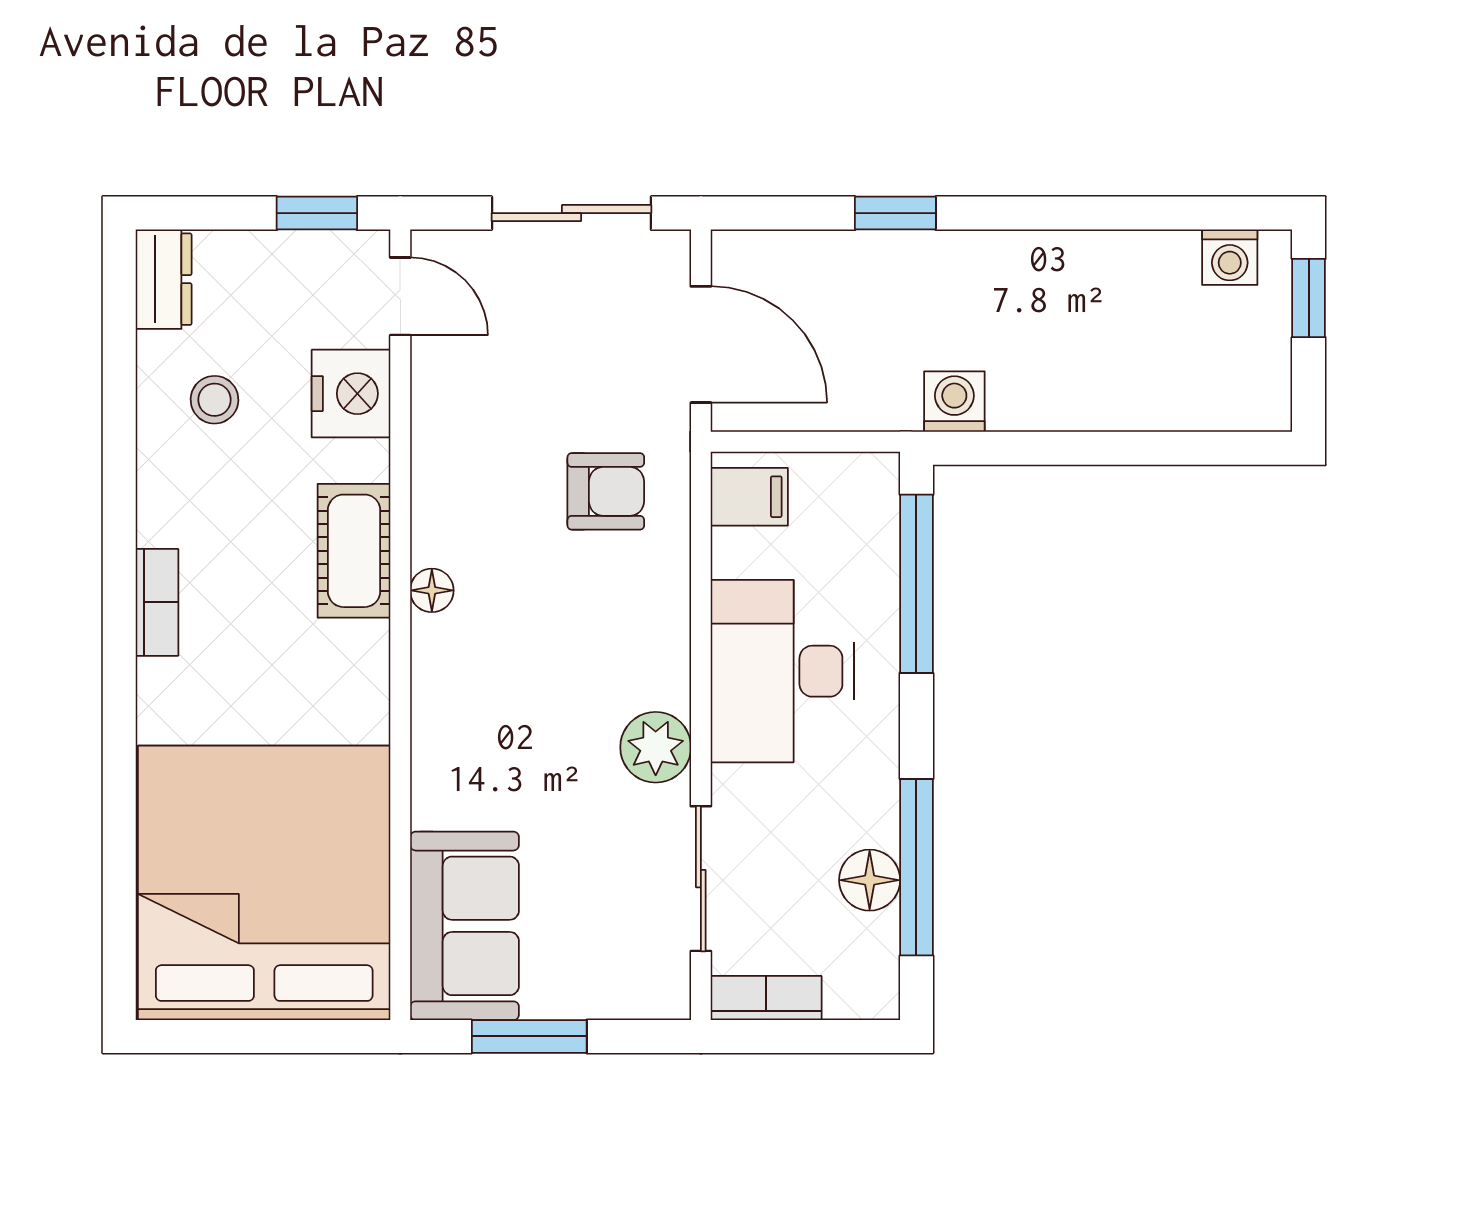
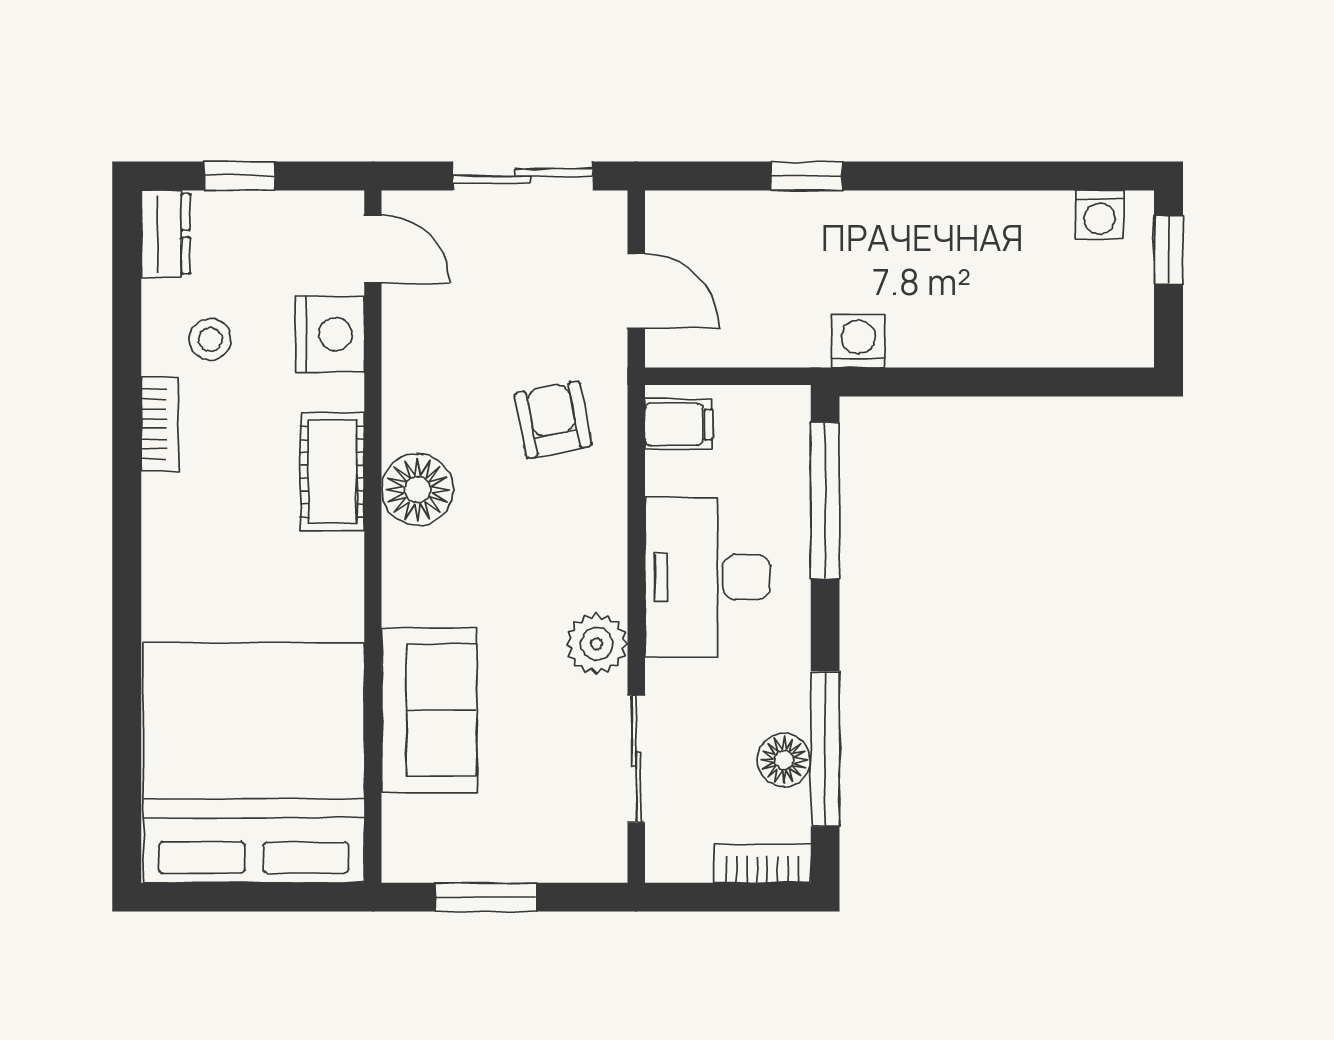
window: (317, 213) -> (240, 176), moved
door: (701, 344) -> (636, 291), width x0.73
armchair: (606, 491) -> (553, 420), turned -101
floor lamp: (432, 590) -> (418, 490), width x1.89, depth x1.89
bookcase: (157, 602) -> (160, 424), moved
sofa: (465, 926) -> (429, 710), moved
bookcase: (766, 998) -> (762, 863), moved

